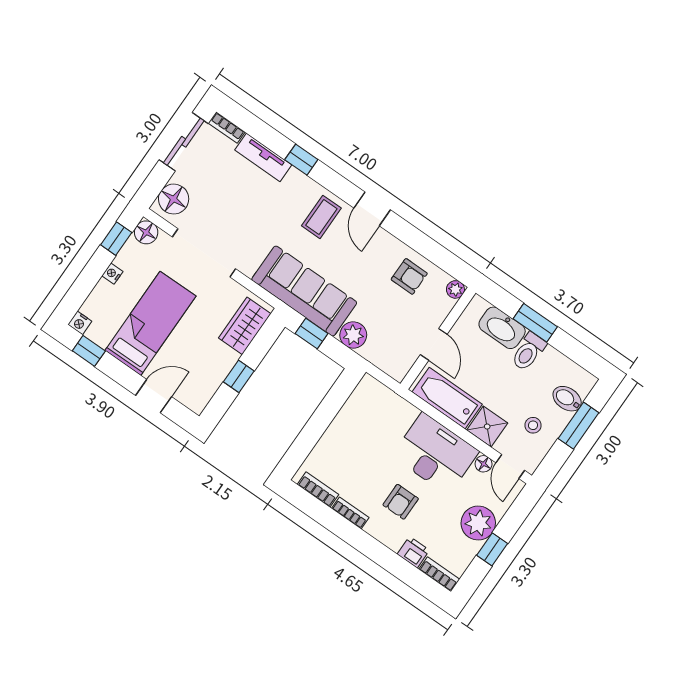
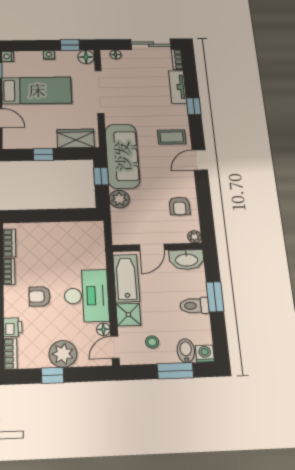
floor lamp: (174, 199) -> (116, 55), width x0.53, depth x0.53
washbasin: (502, 328) -> (187, 260), moved, turned -90
washing machine: (584, 382) -> (205, 354), added

